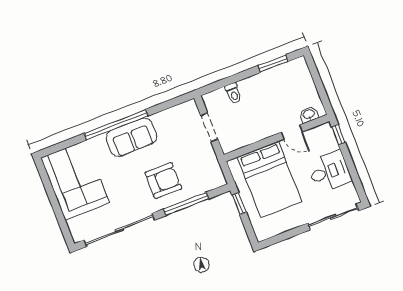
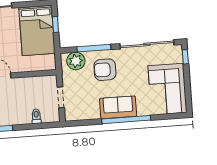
bed: (270, 179) -> (37, 30), moved, turned 180
plant: (204, 180) -> (76, 61), added
window: (239, 204) -> (55, 25), moved
window: (65, 229) -> (185, 57), added

